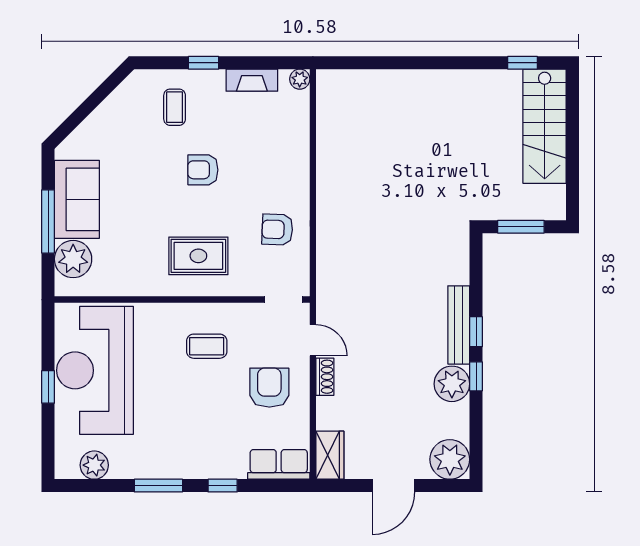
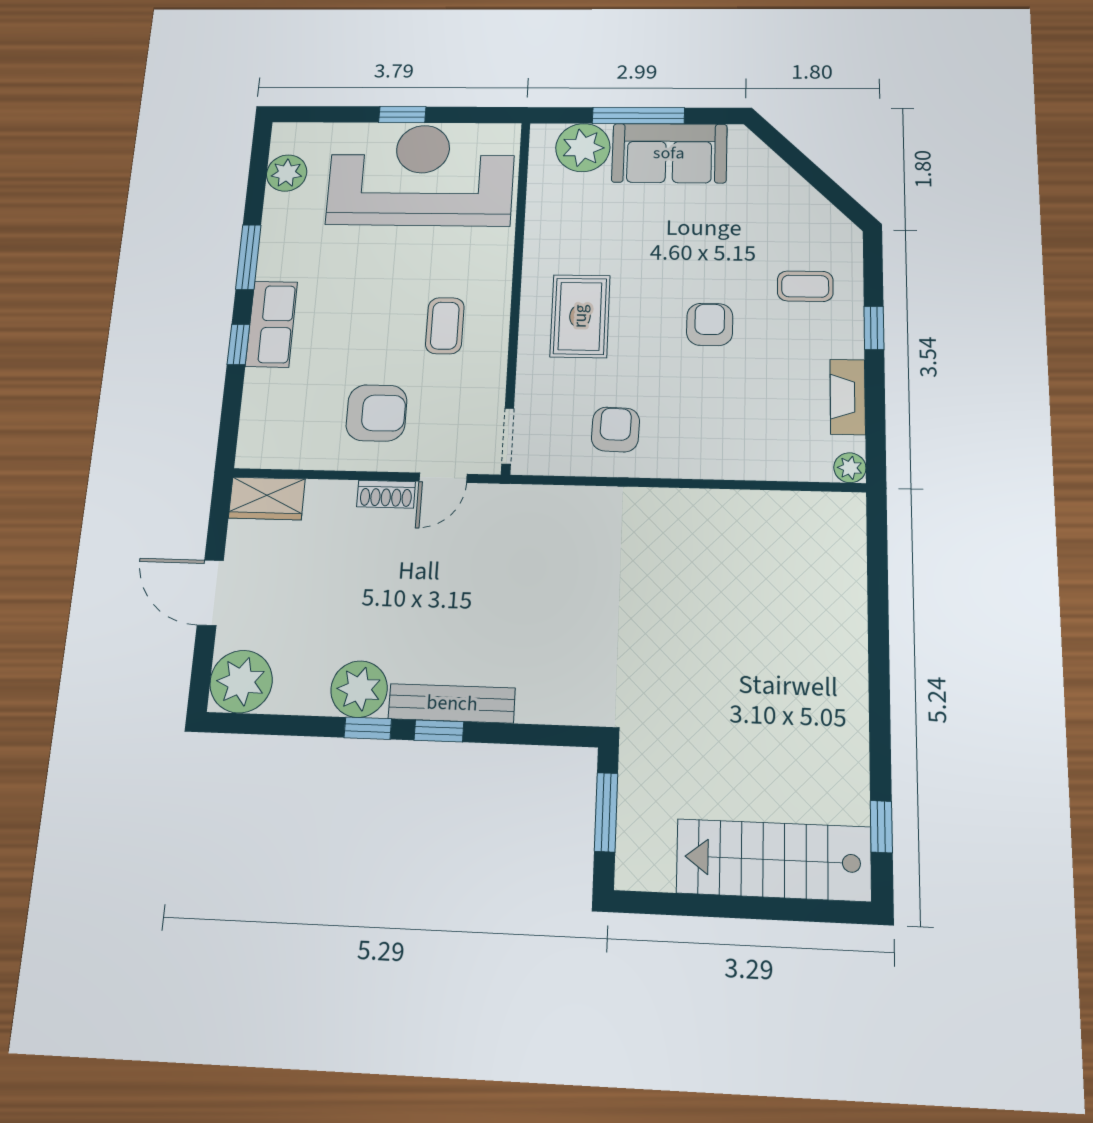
row of seats: (279, 464) -> (272, 324), moved

